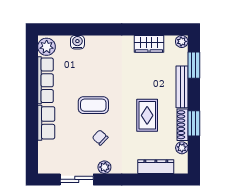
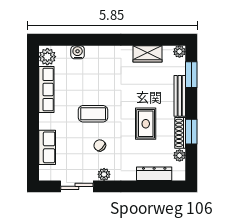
row of seats: (46, 123) -> (47, 147), moved

